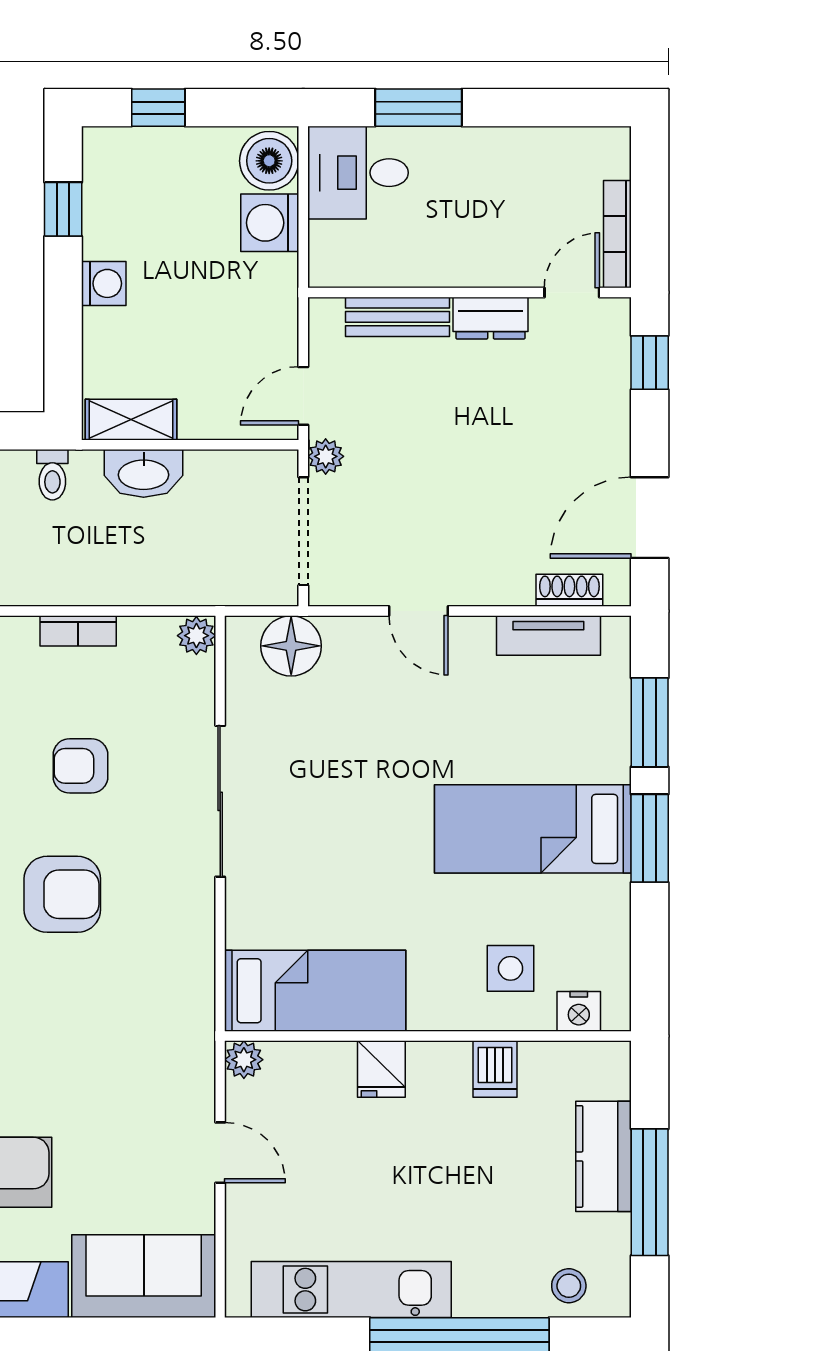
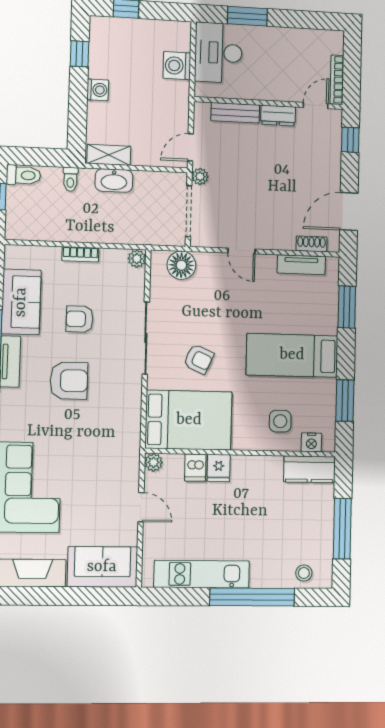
boiler: (269, 161) -> (177, 37), removed
desk: (358, 173) -> (218, 53), width x1.37
window: (650, 838) -> (345, 401), moved
armchair: (333, 842) -> (199, 359), added
bed: (315, 991) -> (189, 420), width x1.50
dishwasher: (495, 1069) -> (195, 468), moved
kitchen counter: (604, 1156) -> (309, 469), moved, turned -90

